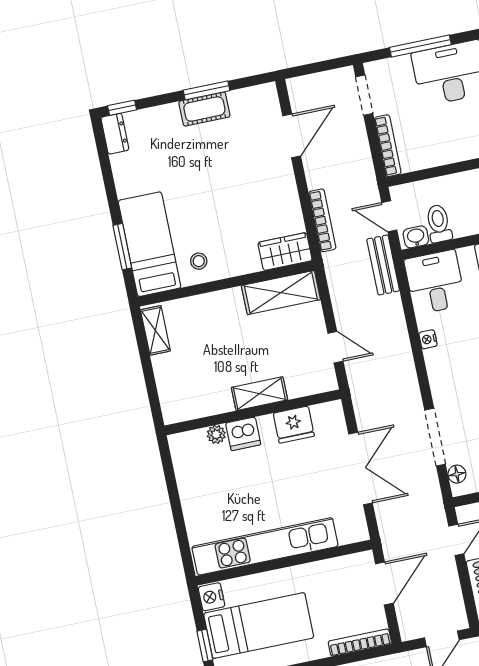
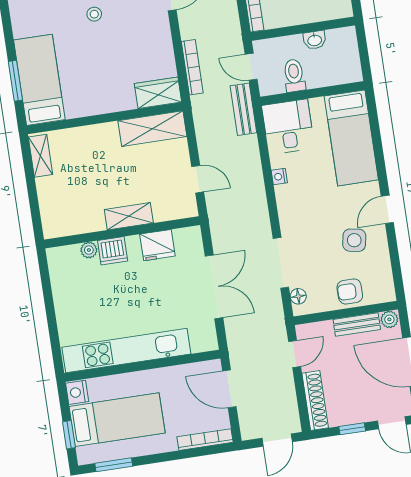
washbasin: (416, 237) -> (315, 40), moved, turned 180
stool: (199, 261) -> (94, 14), moved
door: (384, 583) -> (229, 389), swing flipped

